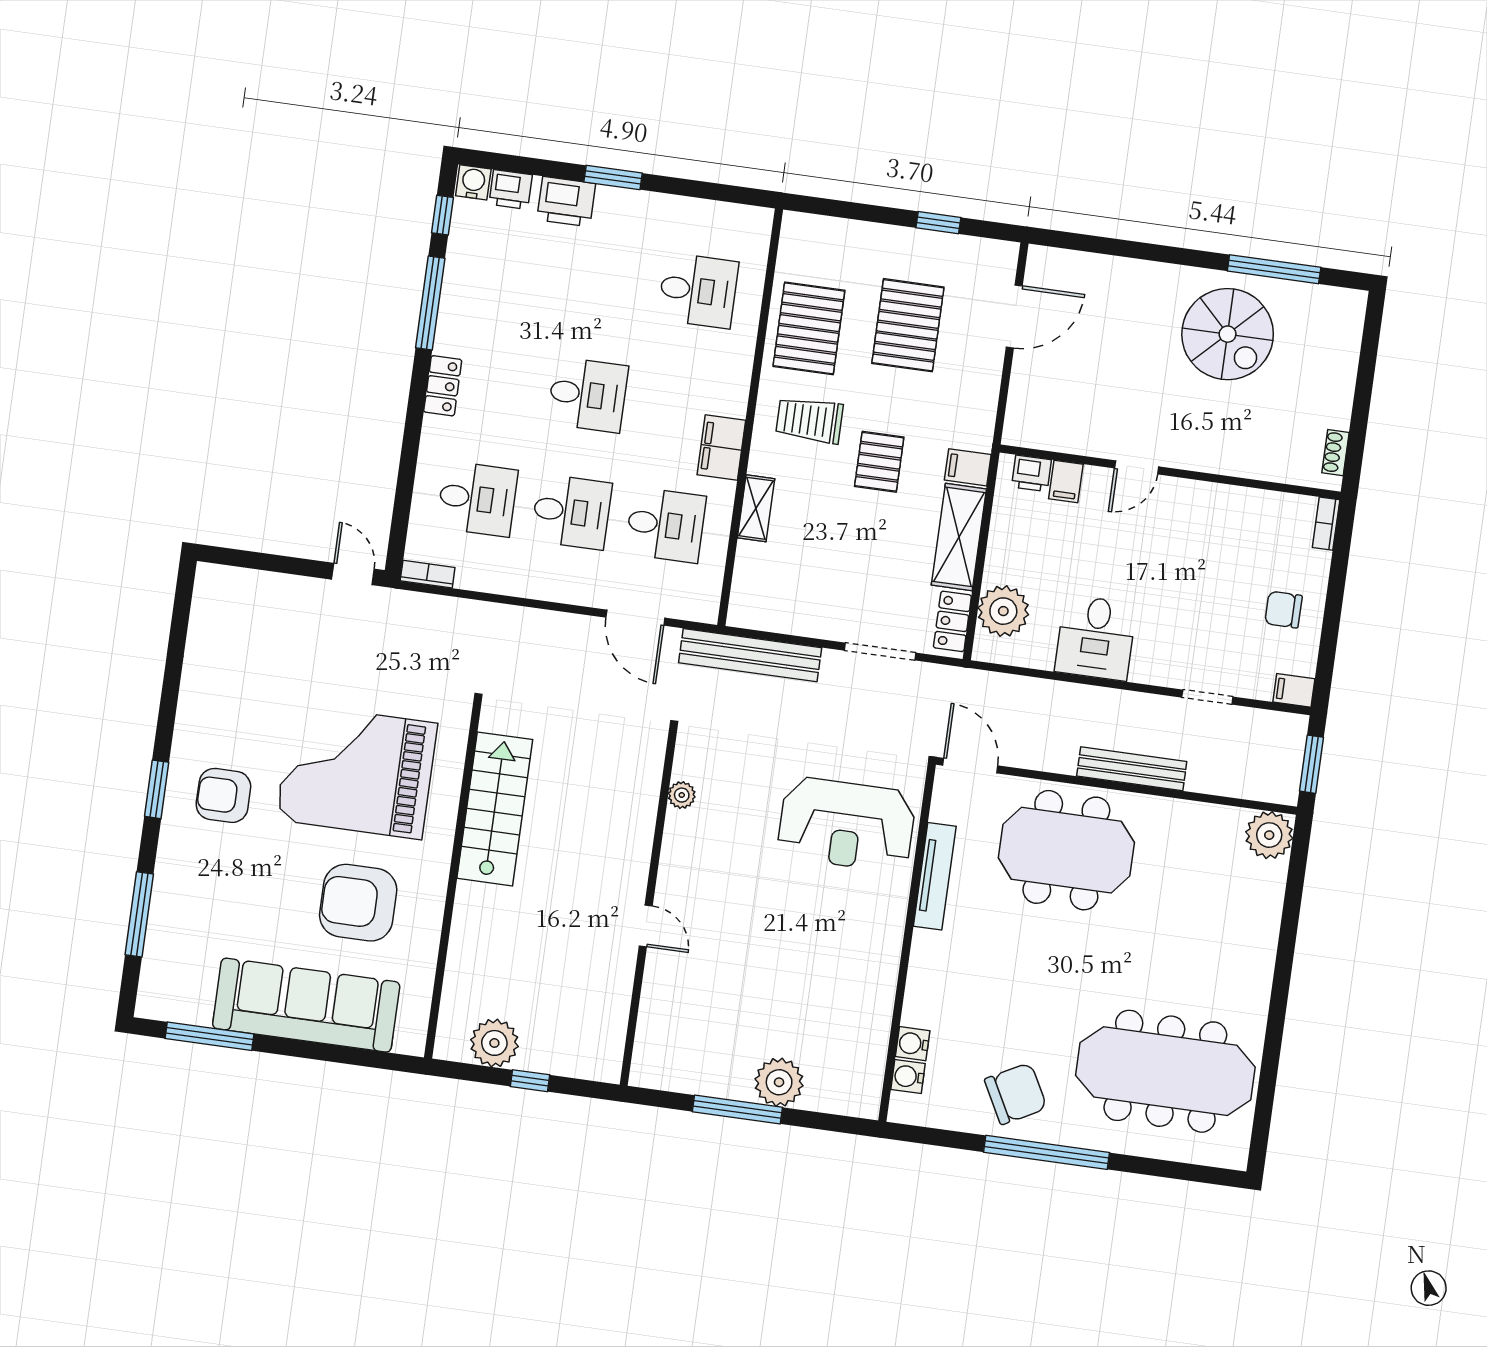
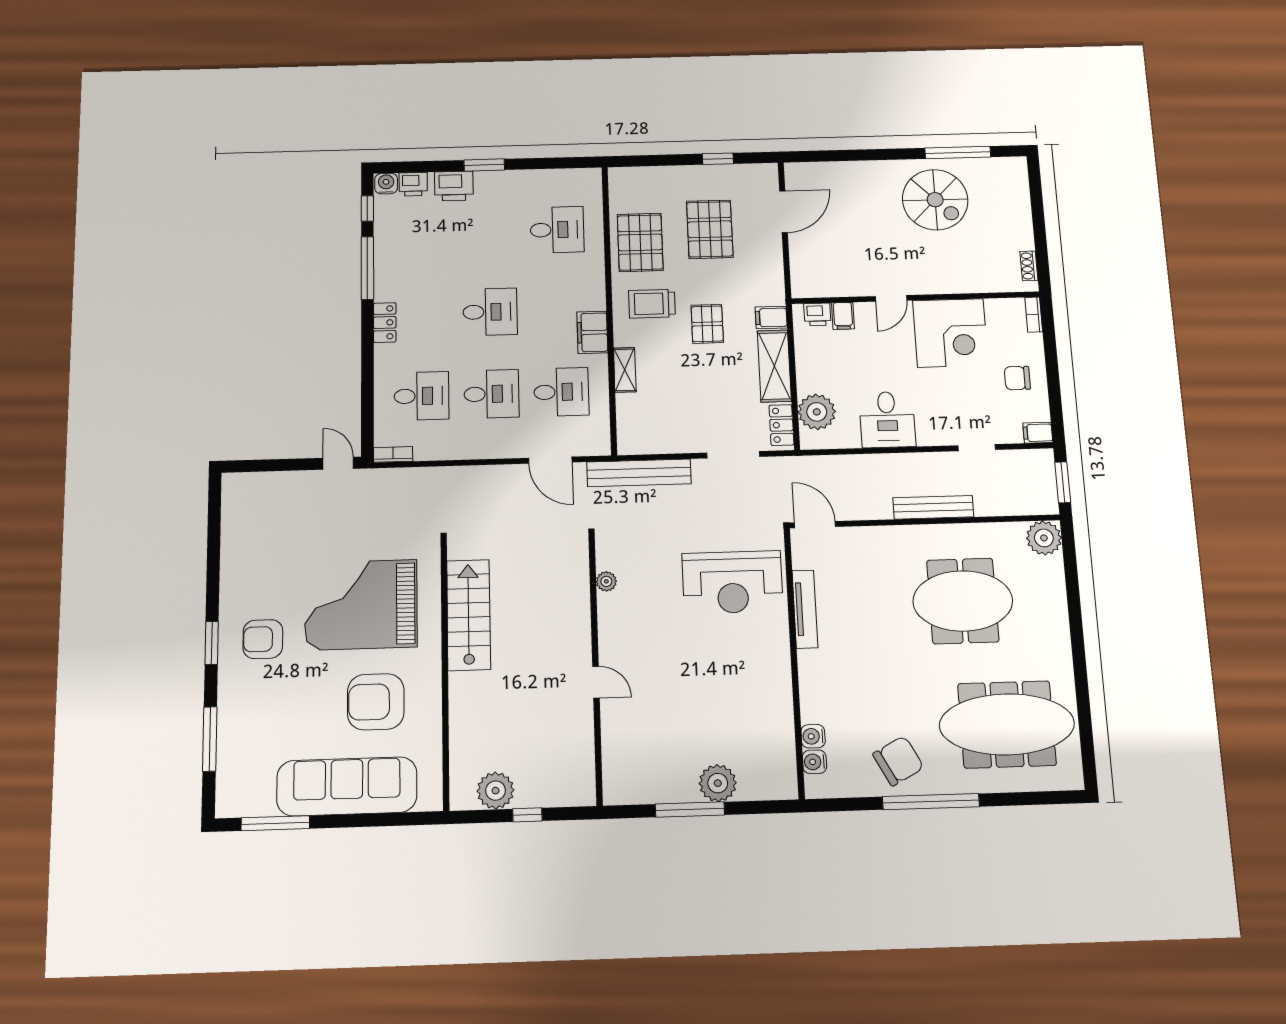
corner desk: (1207, 530) -> (950, 333), added
meeting table: (1066, 850) -> (963, 601), moved

